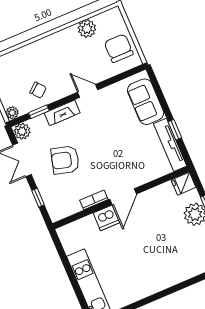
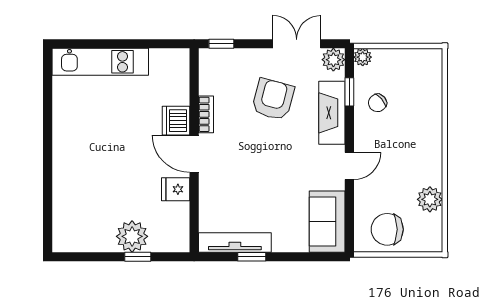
chair: (119, 48) -> (387, 229), turned 180
sofa: (146, 102) -> (327, 222), moved, turned -90
fireplace: (62, 113) -> (332, 113), width x1.37, depth x1.32
fridge: (183, 184) -> (176, 189), moved, turned -90
window: (38, 198) -> (221, 44), moved

